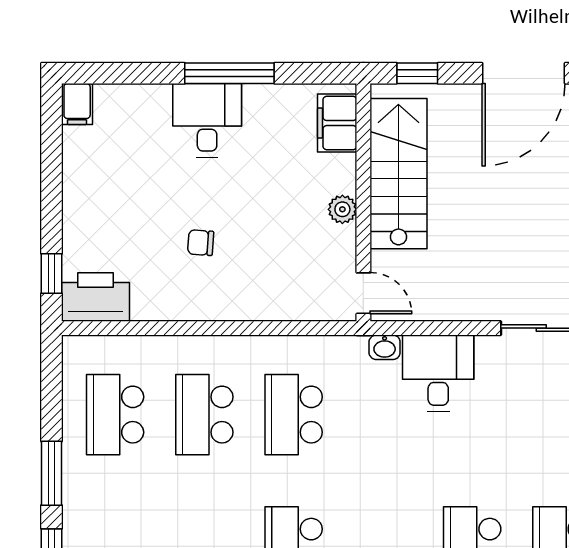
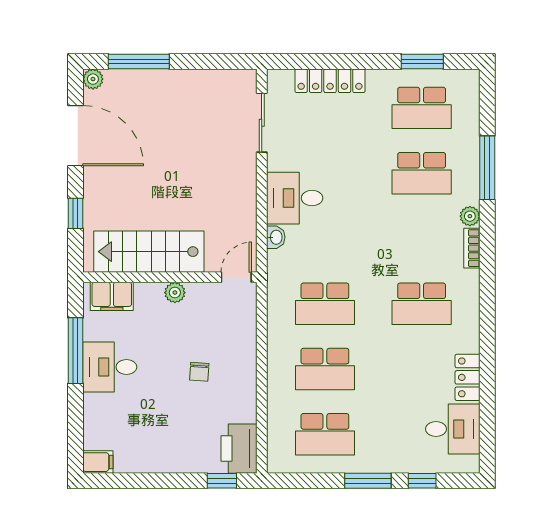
filing cabinet: (337, 123) -> (112, 296), moved
stairs: (398, 174) -> (149, 252), moved
wall: (363, 202) -> (170, 277), moved
plant: (342, 209) -> (175, 293), moved
door: (363, 293) -> (236, 277), moved

